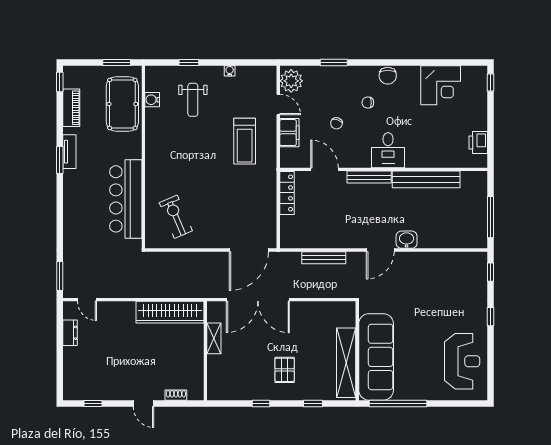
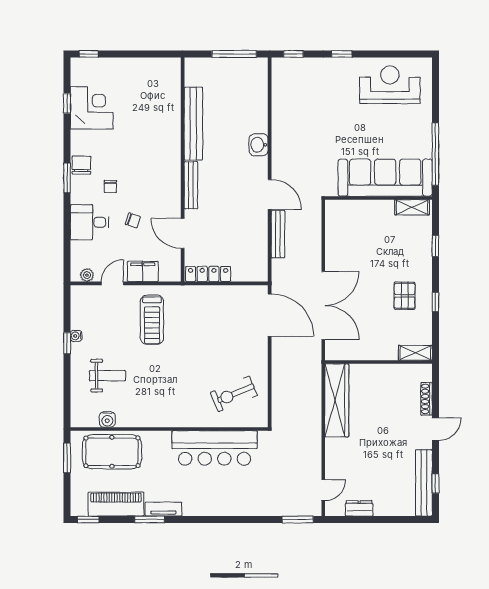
window: (189, 62) -> (67, 343), moved
window: (334, 62) -> (67, 178), moved
window: (445, 62) -> (67, 103), added
chair: (388, 76) -> (81, 165), turned -90
plant: (291, 81) -> (87, 275), width x0.53, depth x0.53
piano: (71, 108) -> (116, 504), width x1.37, depth x1.33
treadmill: (245, 141) -> (152, 320), turned 90
printer: (478, 142) -> (153, 67), removed
desk: (388, 150) -> (89, 222), moved, turned 180
window: (60, 160) -> (150, 519), moved
door: (325, 169) -> (183, 233), hinge flipped
door: (380, 250) -> (270, 194), moved
shelving: (214, 338) -> (415, 353), moved
shelving: (346, 363) -> (412, 207), width x0.45, depth x0.75
pallet: (285, 370) -> (405, 296), moved, turned 90
bench: (94, 393) -> (424, 483), added
shoe rack: (176, 395) -> (426, 399), width x1.43

